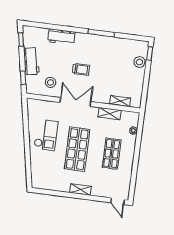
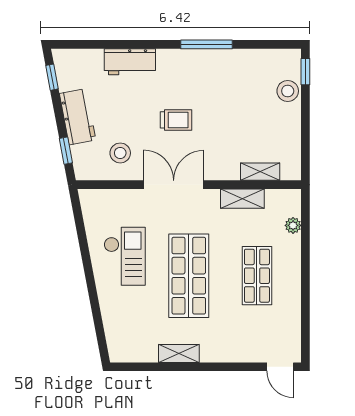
shelving: (80, 190) -> (179, 353), moved

